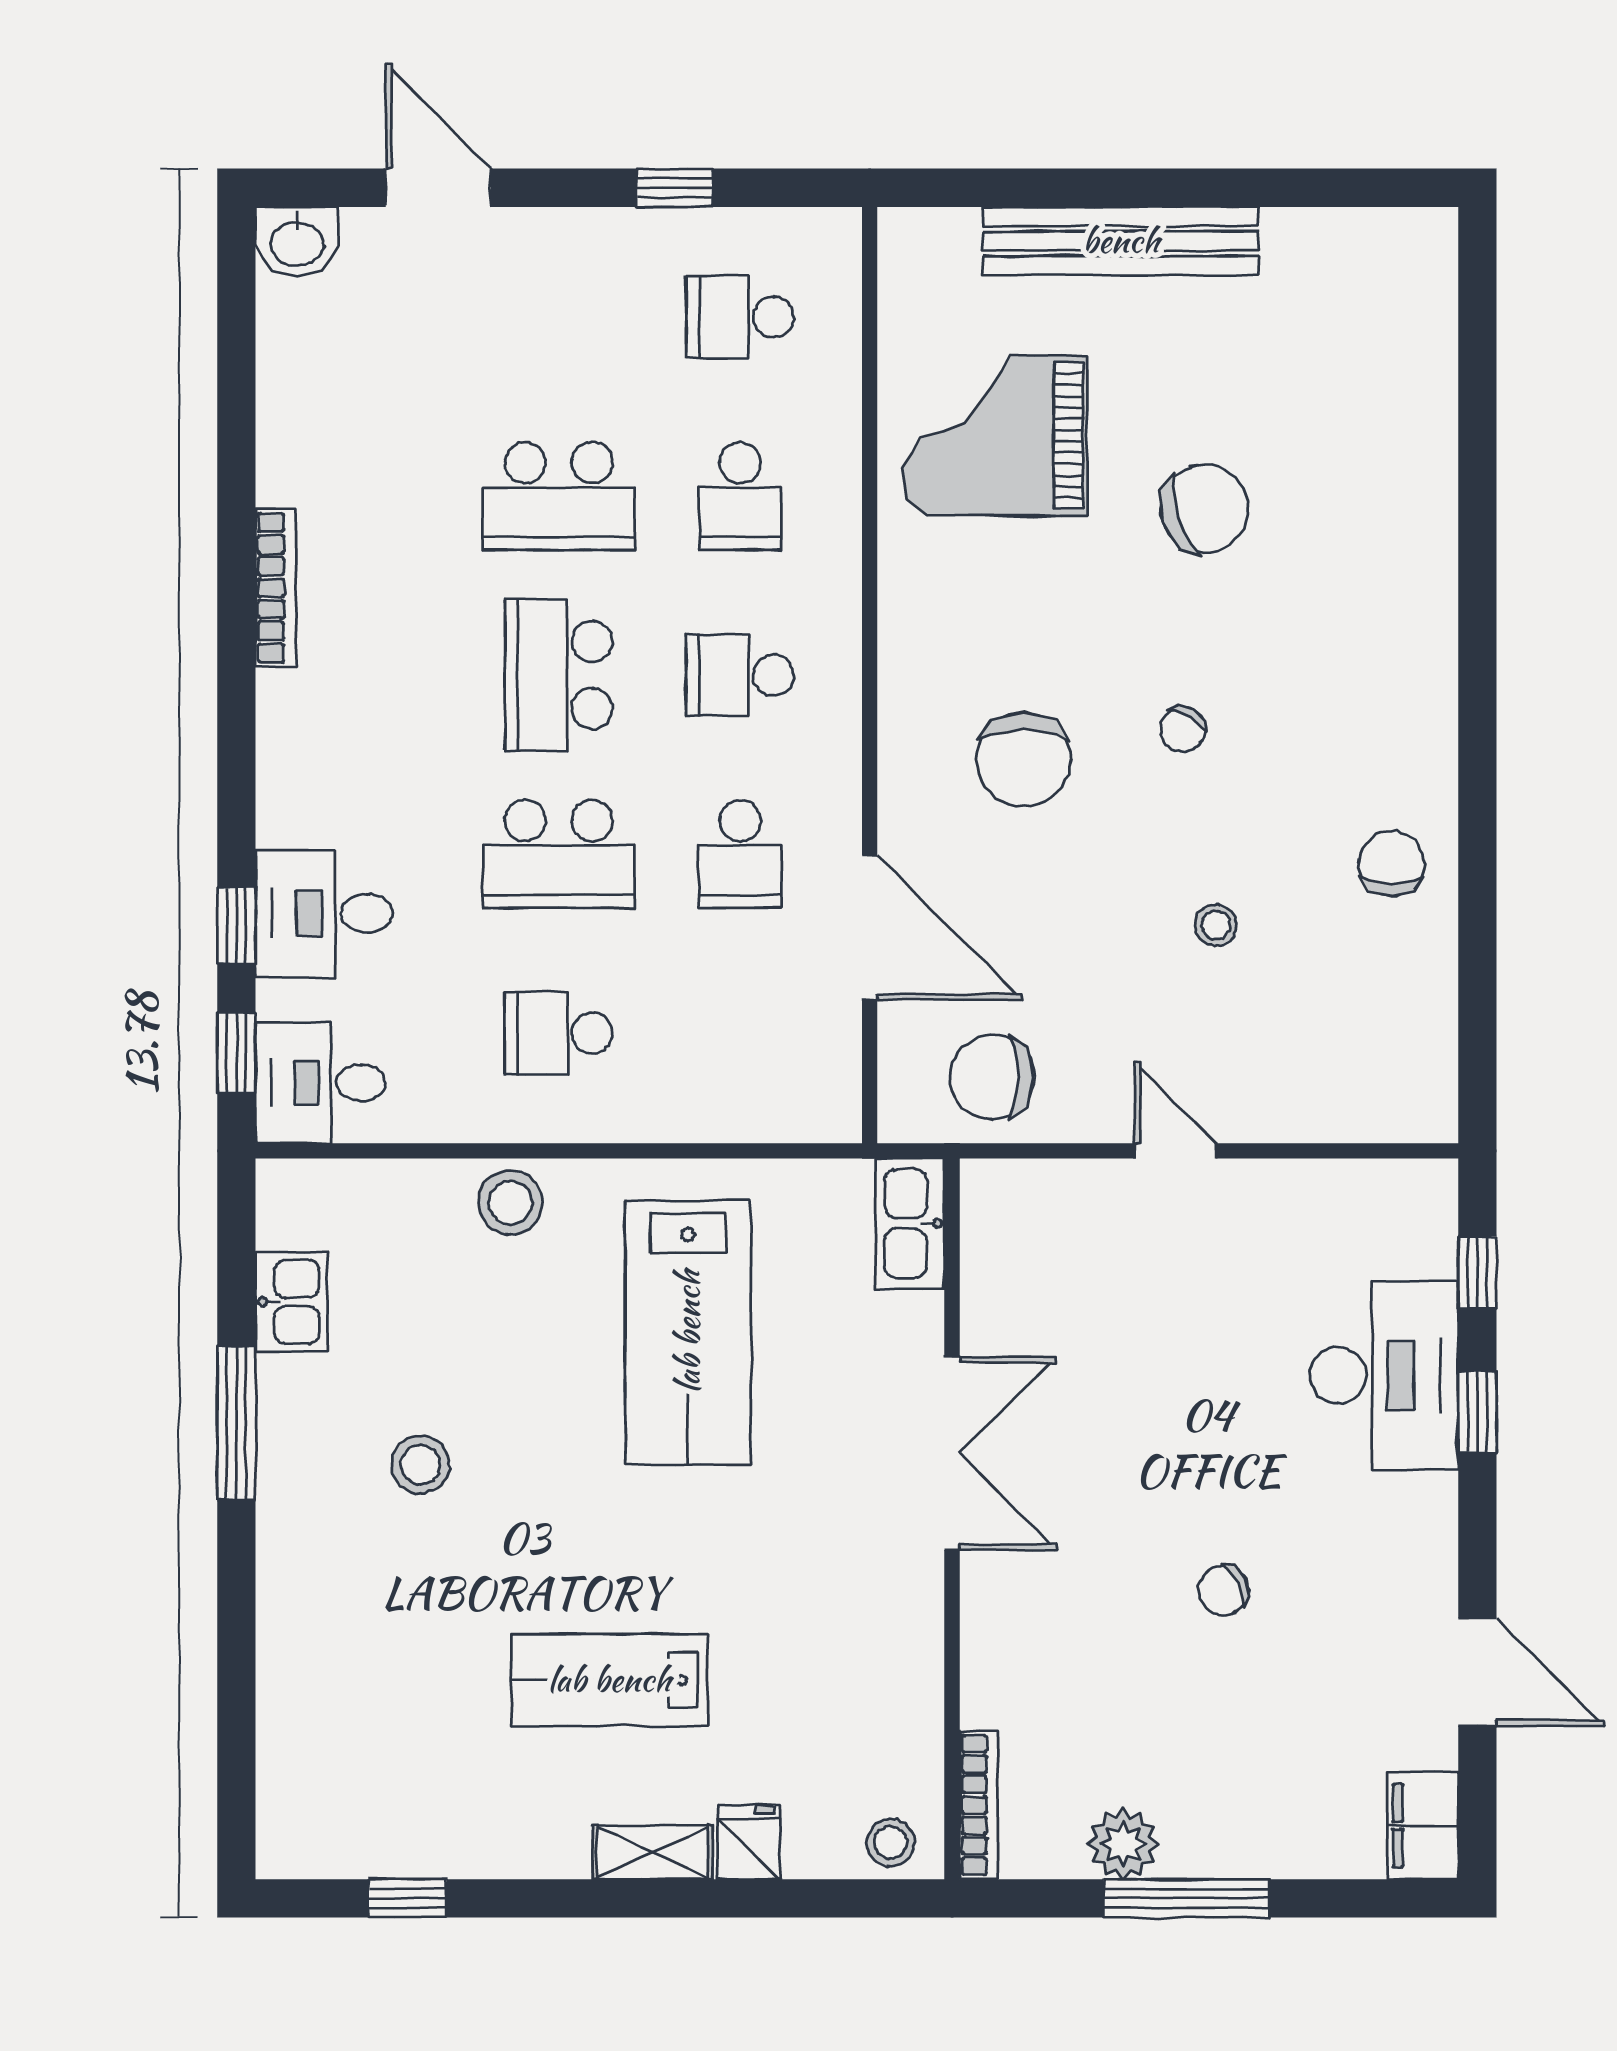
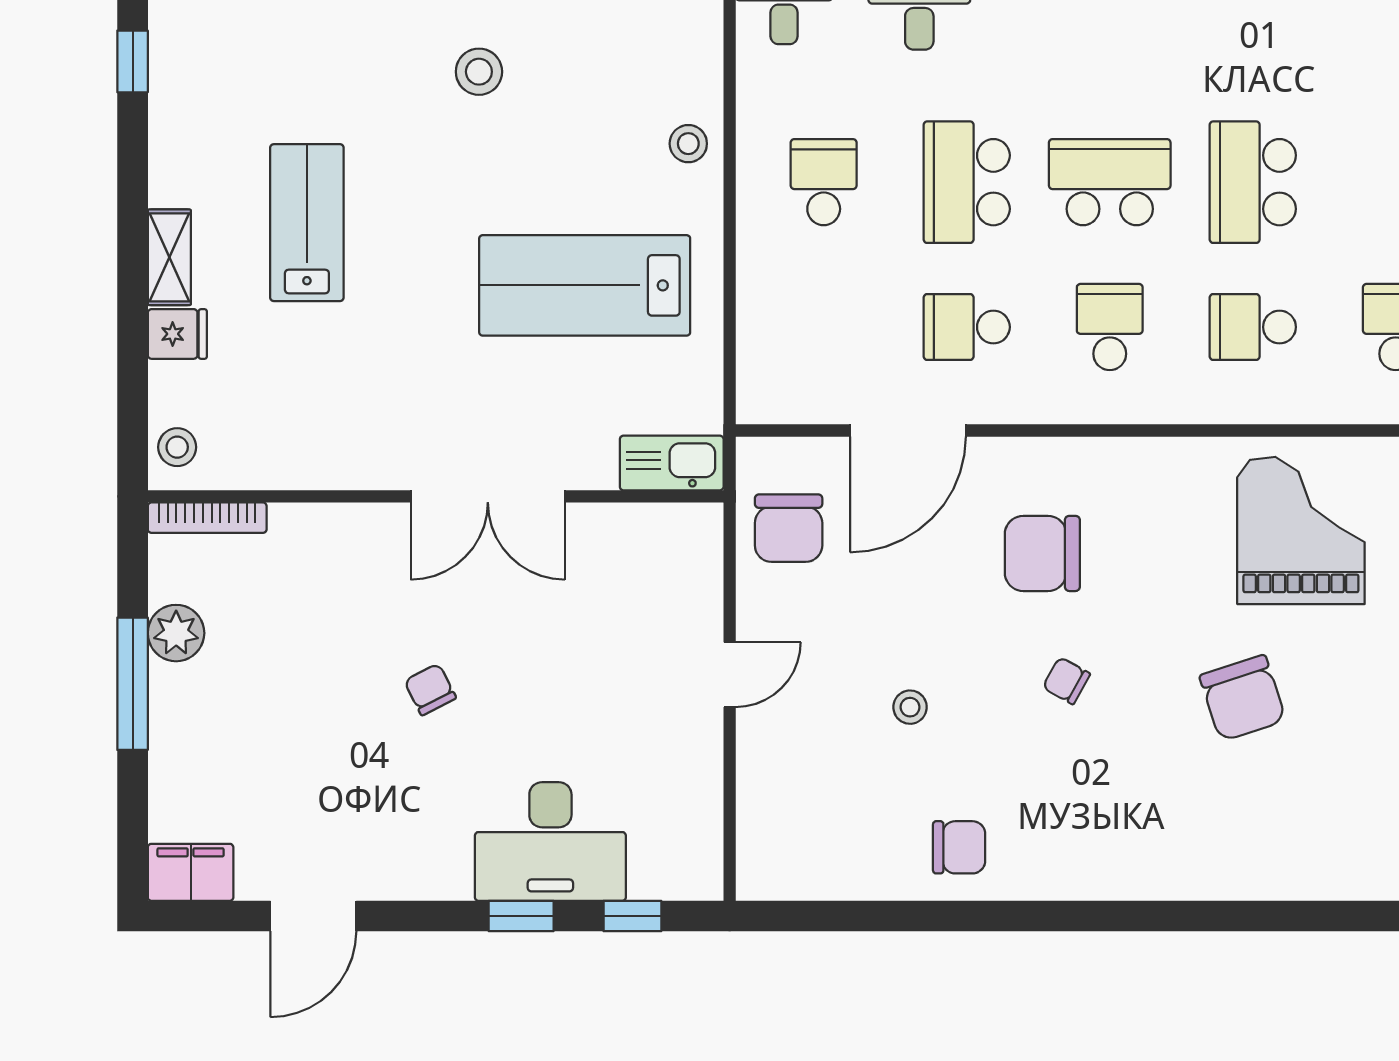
chair: (992, 1077) -> (789, 528), turned 180
stool: (510, 1203) -> (688, 144), width x0.73, depth x0.73
chair: (1224, 1590) -> (430, 689), moved

